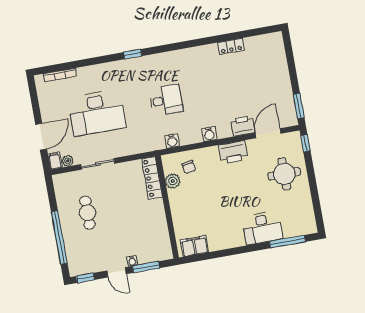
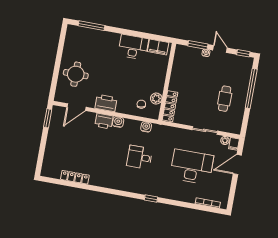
locker: (231, 46) -> (75, 177), width x1.53
printer: (243, 126) -> (104, 121), moved
window: (305, 143) -> (53, 90), removed
desk: (262, 228) -> (133, 47), moved

